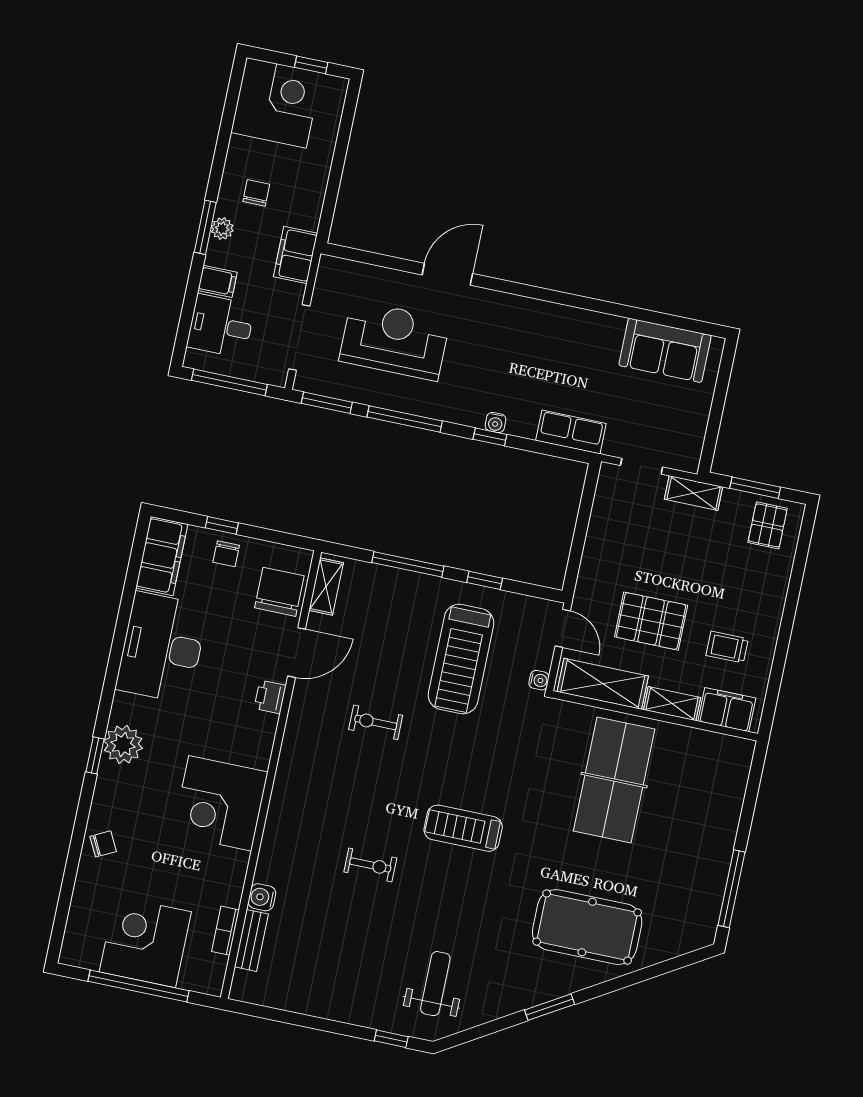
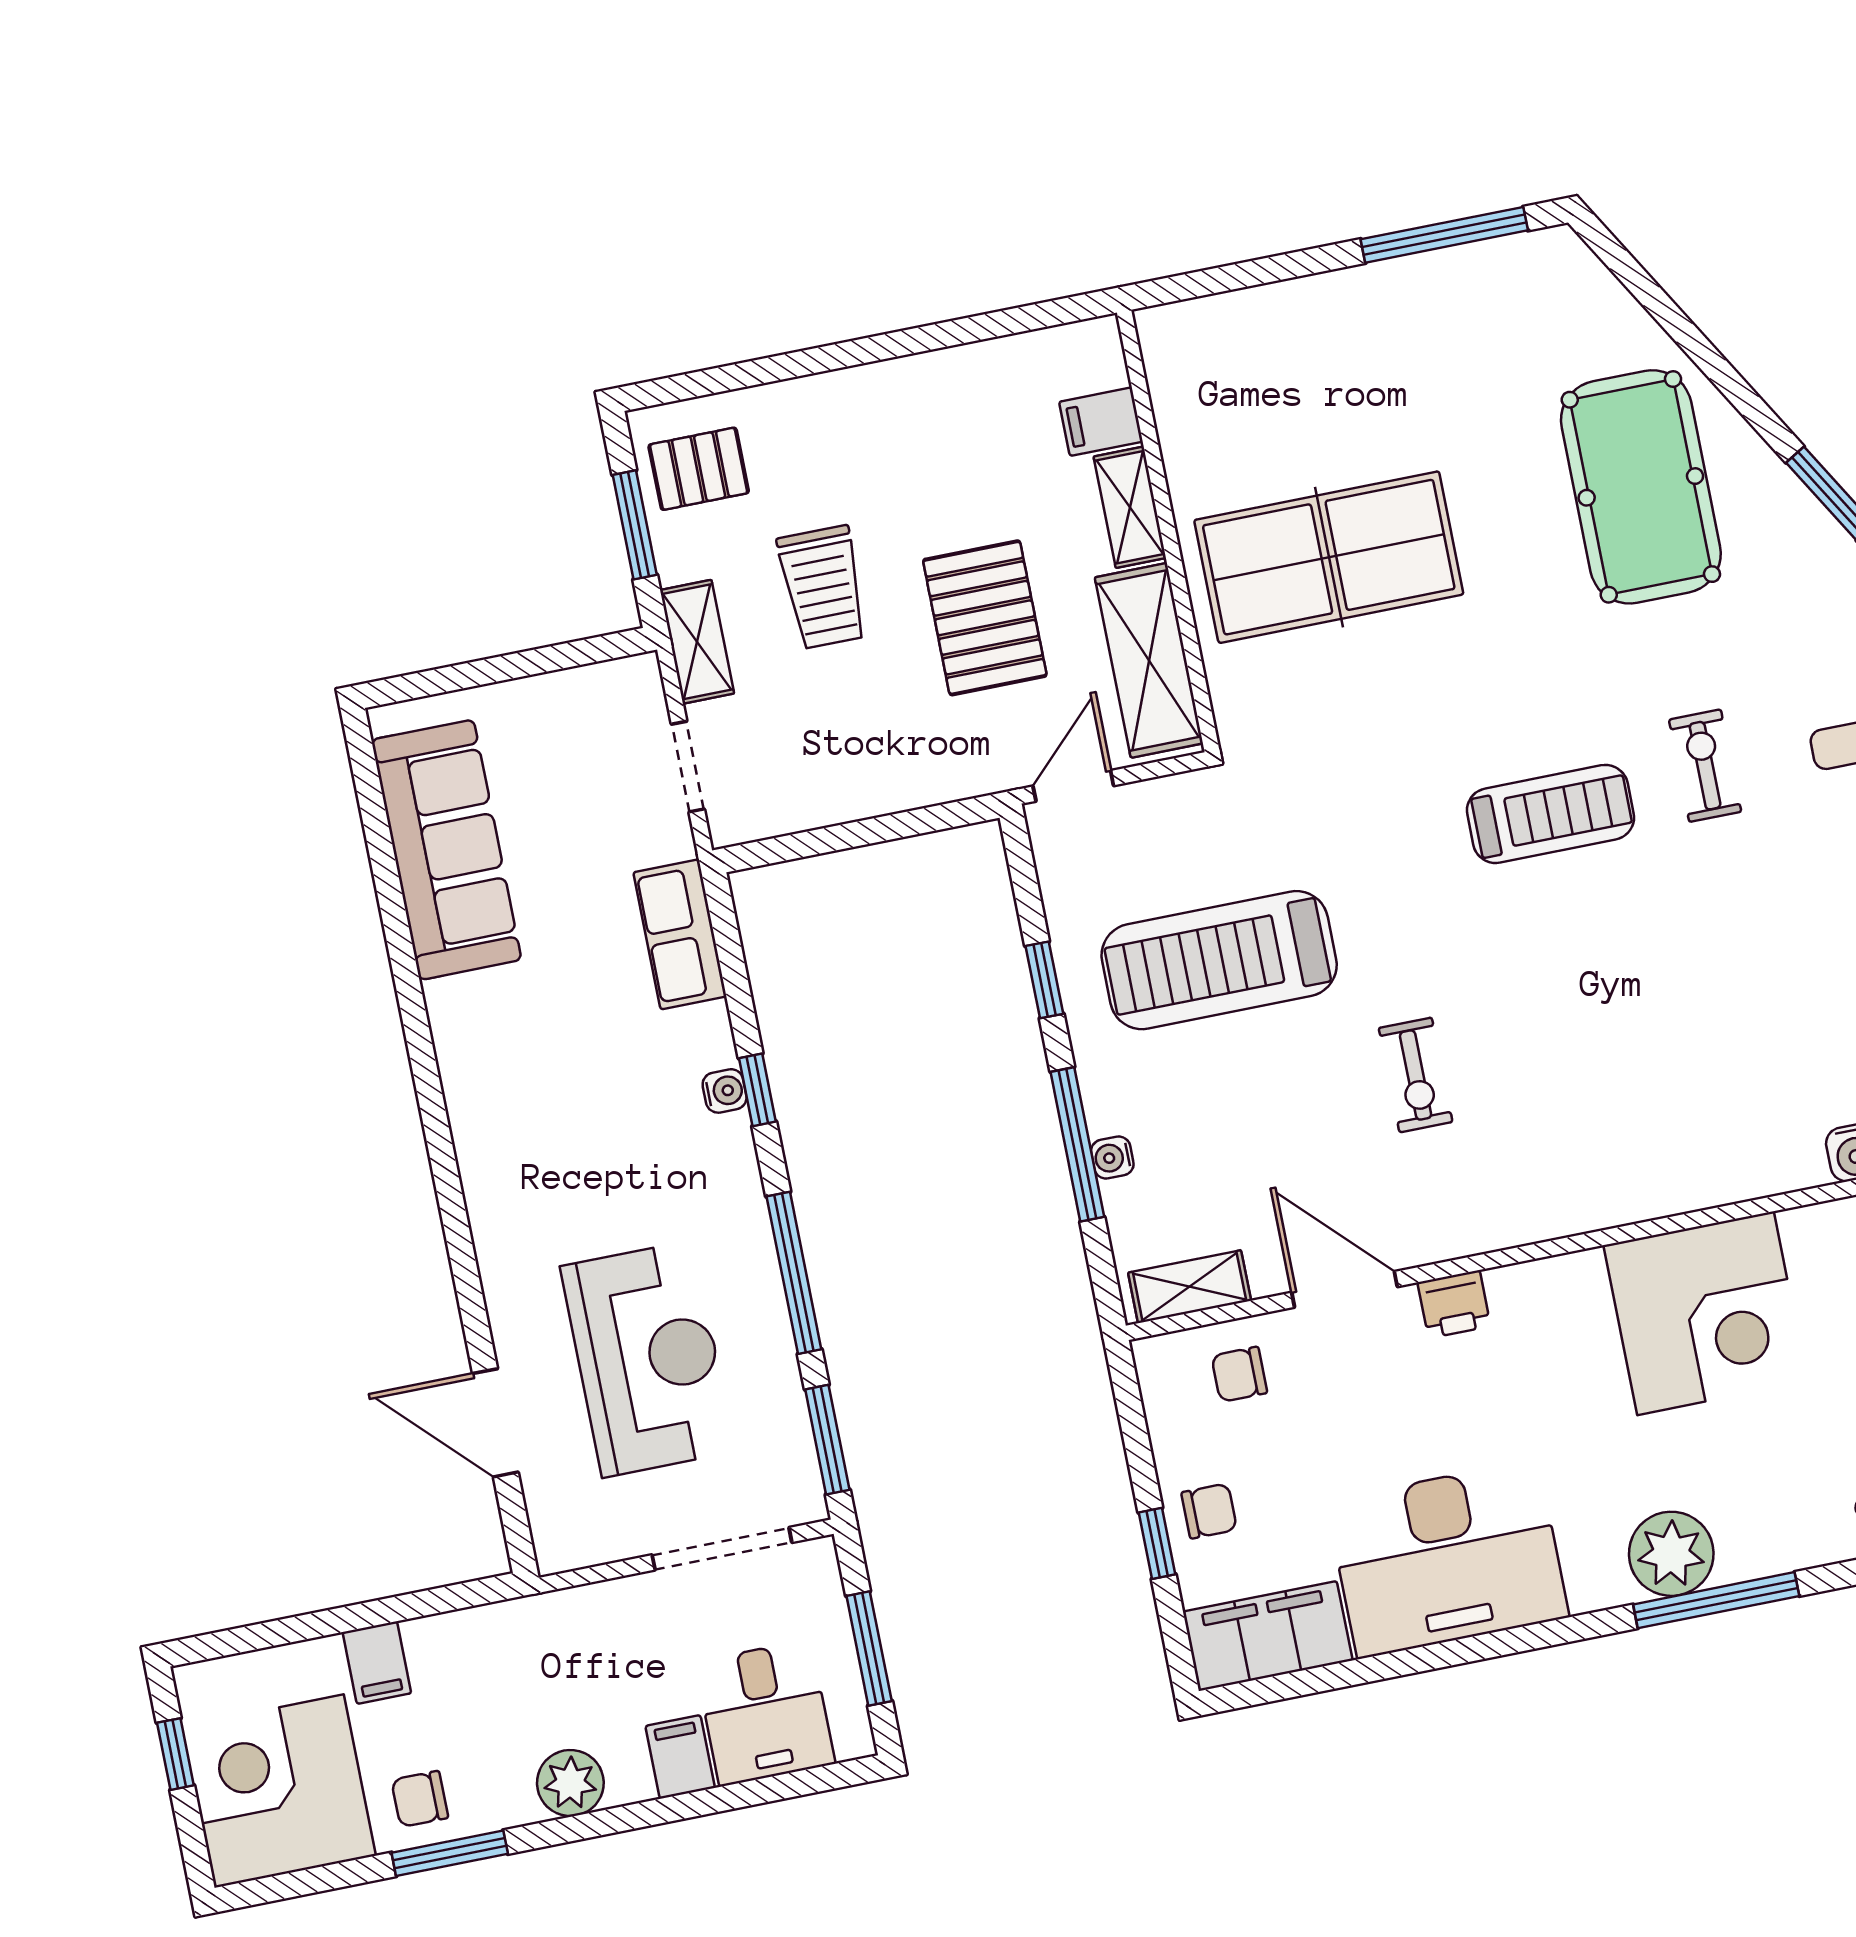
chair: (256, 193) -> (420, 1799), moved
window: (205, 227) -> (450, 1853), moved
plant: (222, 229) -> (570, 1783), width x1.38, depth x1.38
filing cabinet: (295, 255) -> (377, 1663), moved, width x0.50
door: (447, 274) -> (495, 1423), moved
reception desk: (394, 340) -> (648, 1359), turned 180
sofa: (665, 350) -> (446, 850), width x1.36
window: (229, 382) -> (869, 1649), width x0.69
chair: (279, 592) -> (1239, 1374), width x0.54, depth x0.54
trolley: (727, 647) -> (823, 587), moved, width x1.36, depth x1.39
treadmill: (461, 659) -> (1219, 960), turned 180
water cooler: (539, 680) -> (1112, 1158), moved, turned -90
filing cabinet: (727, 710) -> (1101, 422), width x0.50
window: (95, 755) -> (1716, 1600), width x2.17
treadmill: (463, 828) -> (1550, 814), turned -90
exercise bike: (370, 865) -> (1705, 766), moved

